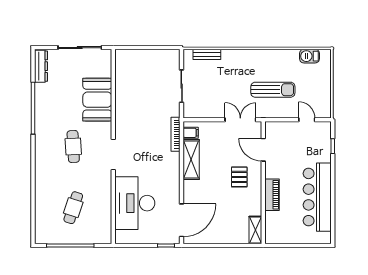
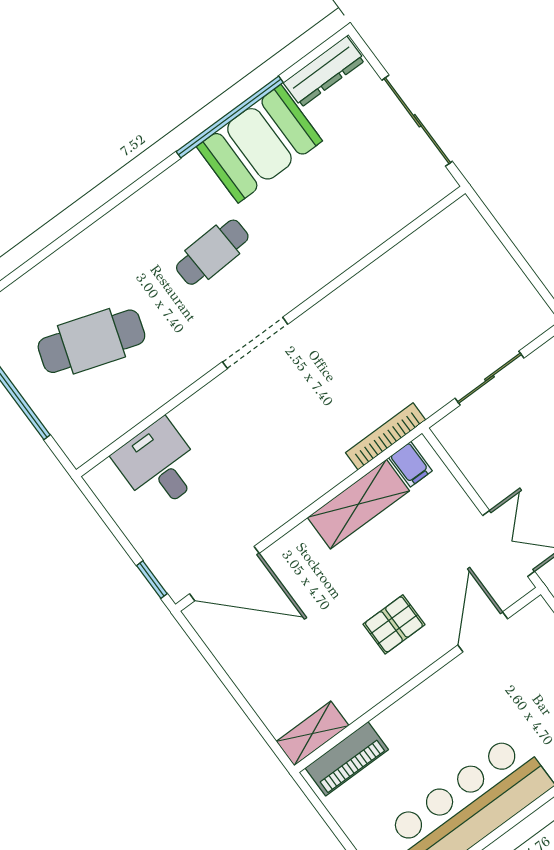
booth: (97, 100) -> (259, 144), moved
piano: (272, 195) -> (347, 759), moved
desk: (135, 203) -> (159, 465), width x0.53, depth x0.77
cafe table: (73, 208) -> (91, 341), width x1.37, depth x1.35

